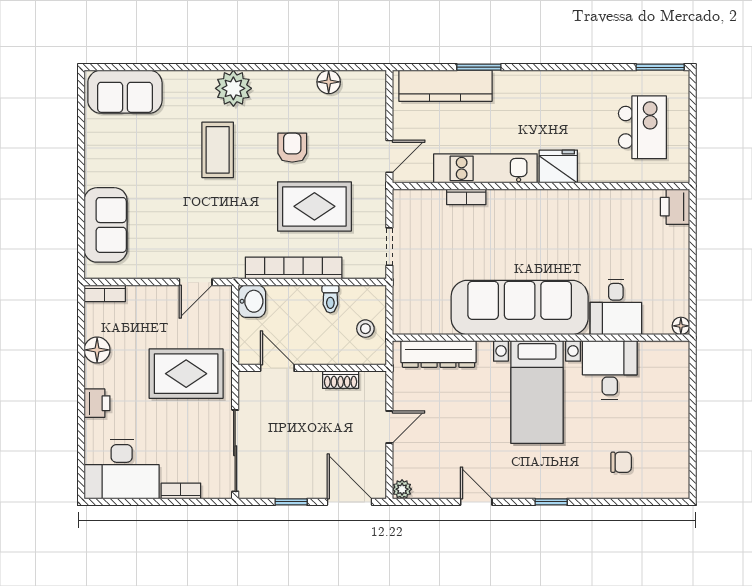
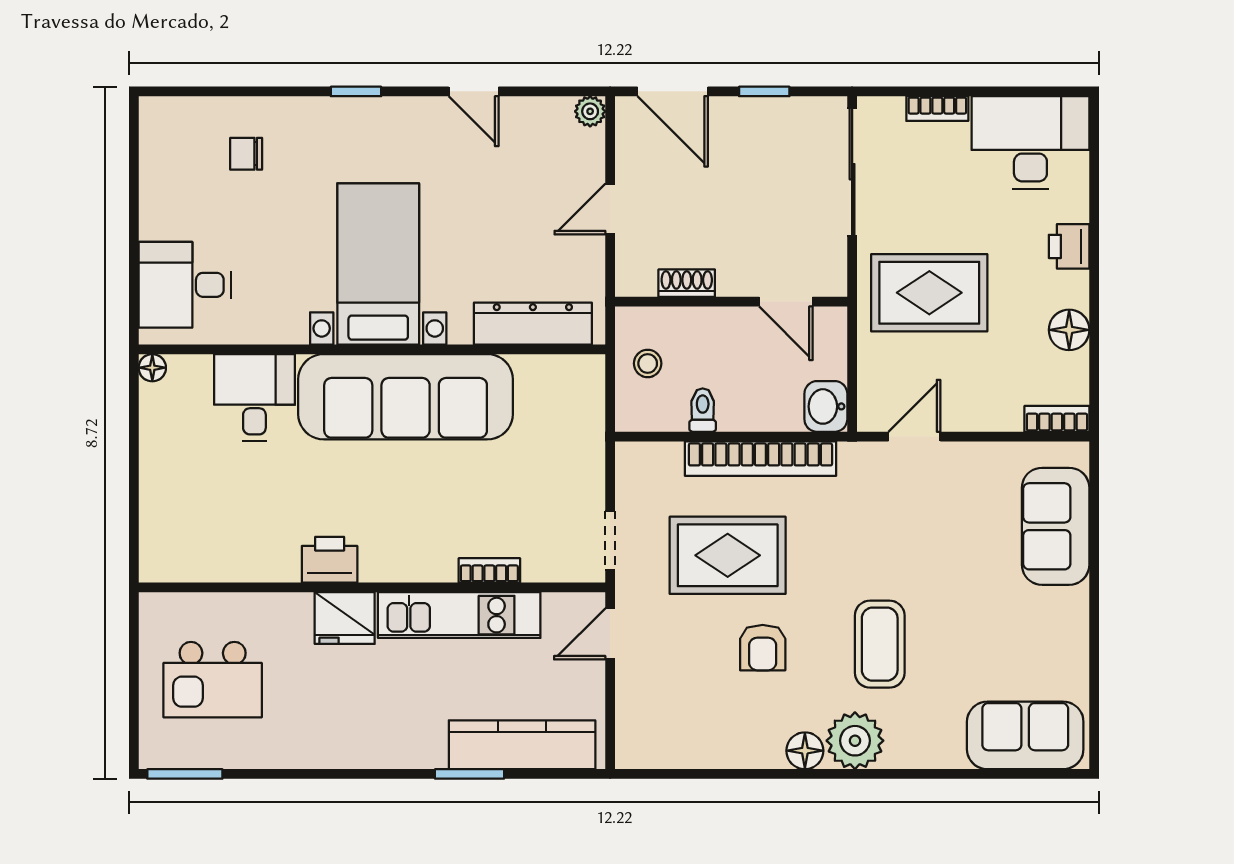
floor lamp: (329, 82) -> (805, 751), moved
kitchen island: (642, 127) -> (213, 680), turned -90
printer: (675, 207) -> (330, 560), moved, turned -90
doorway: (389, 247) -> (610, 541), moved
desk: (610, 370) -> (185, 285), moved, turned 90

